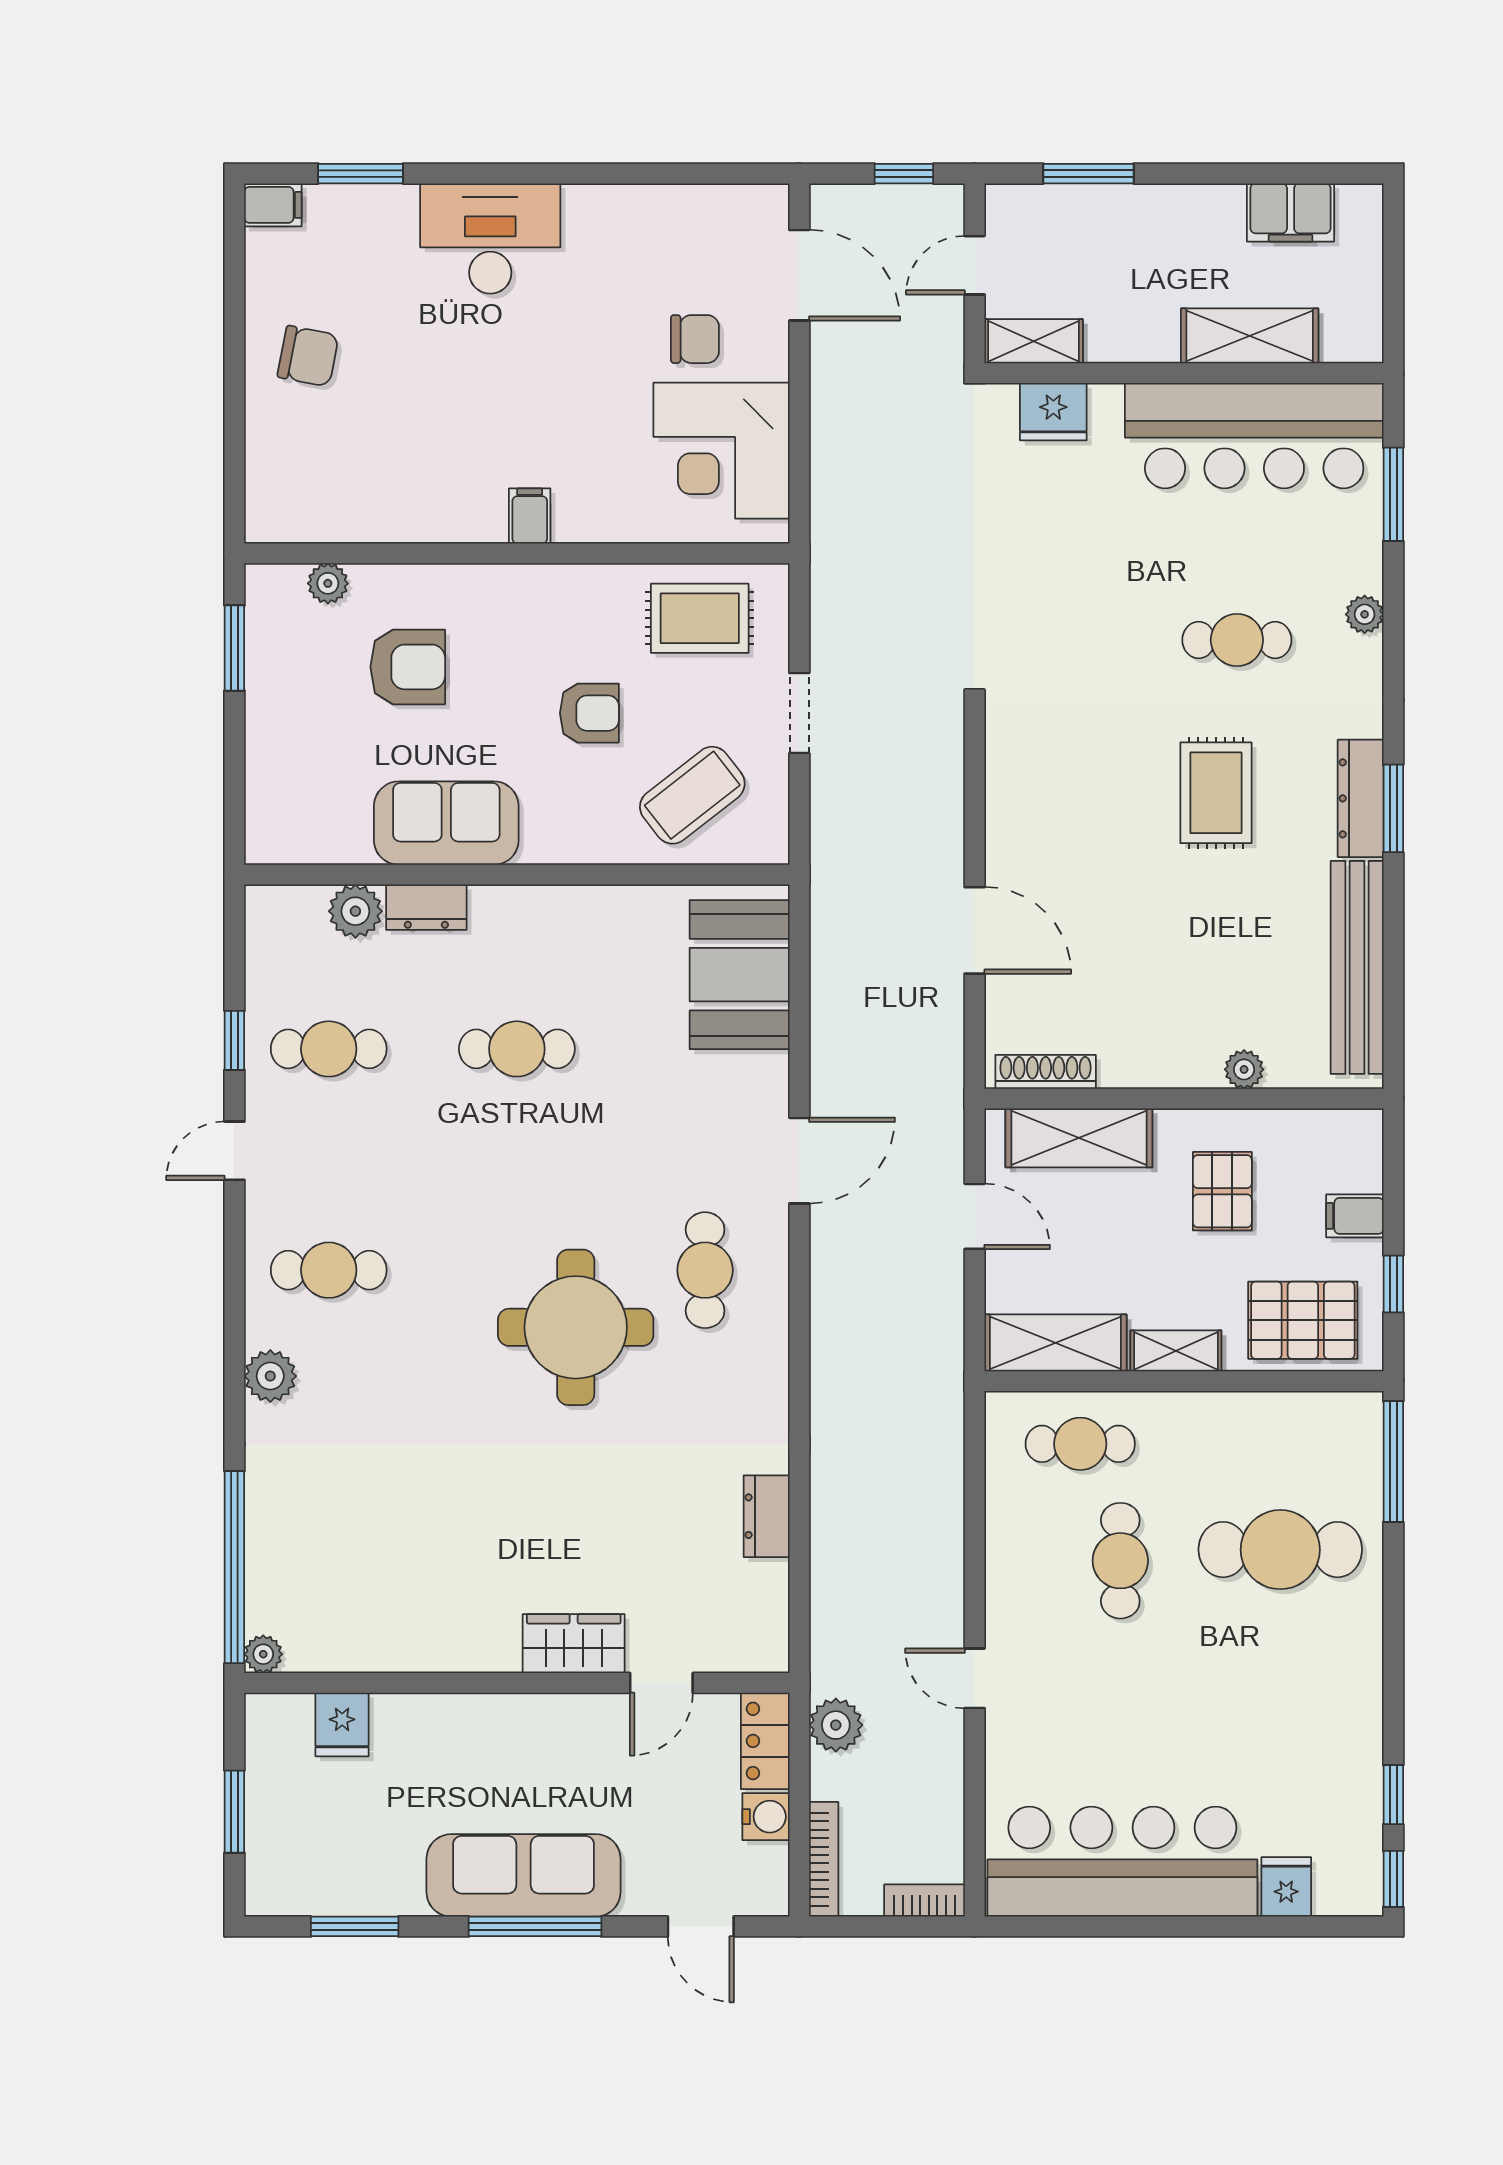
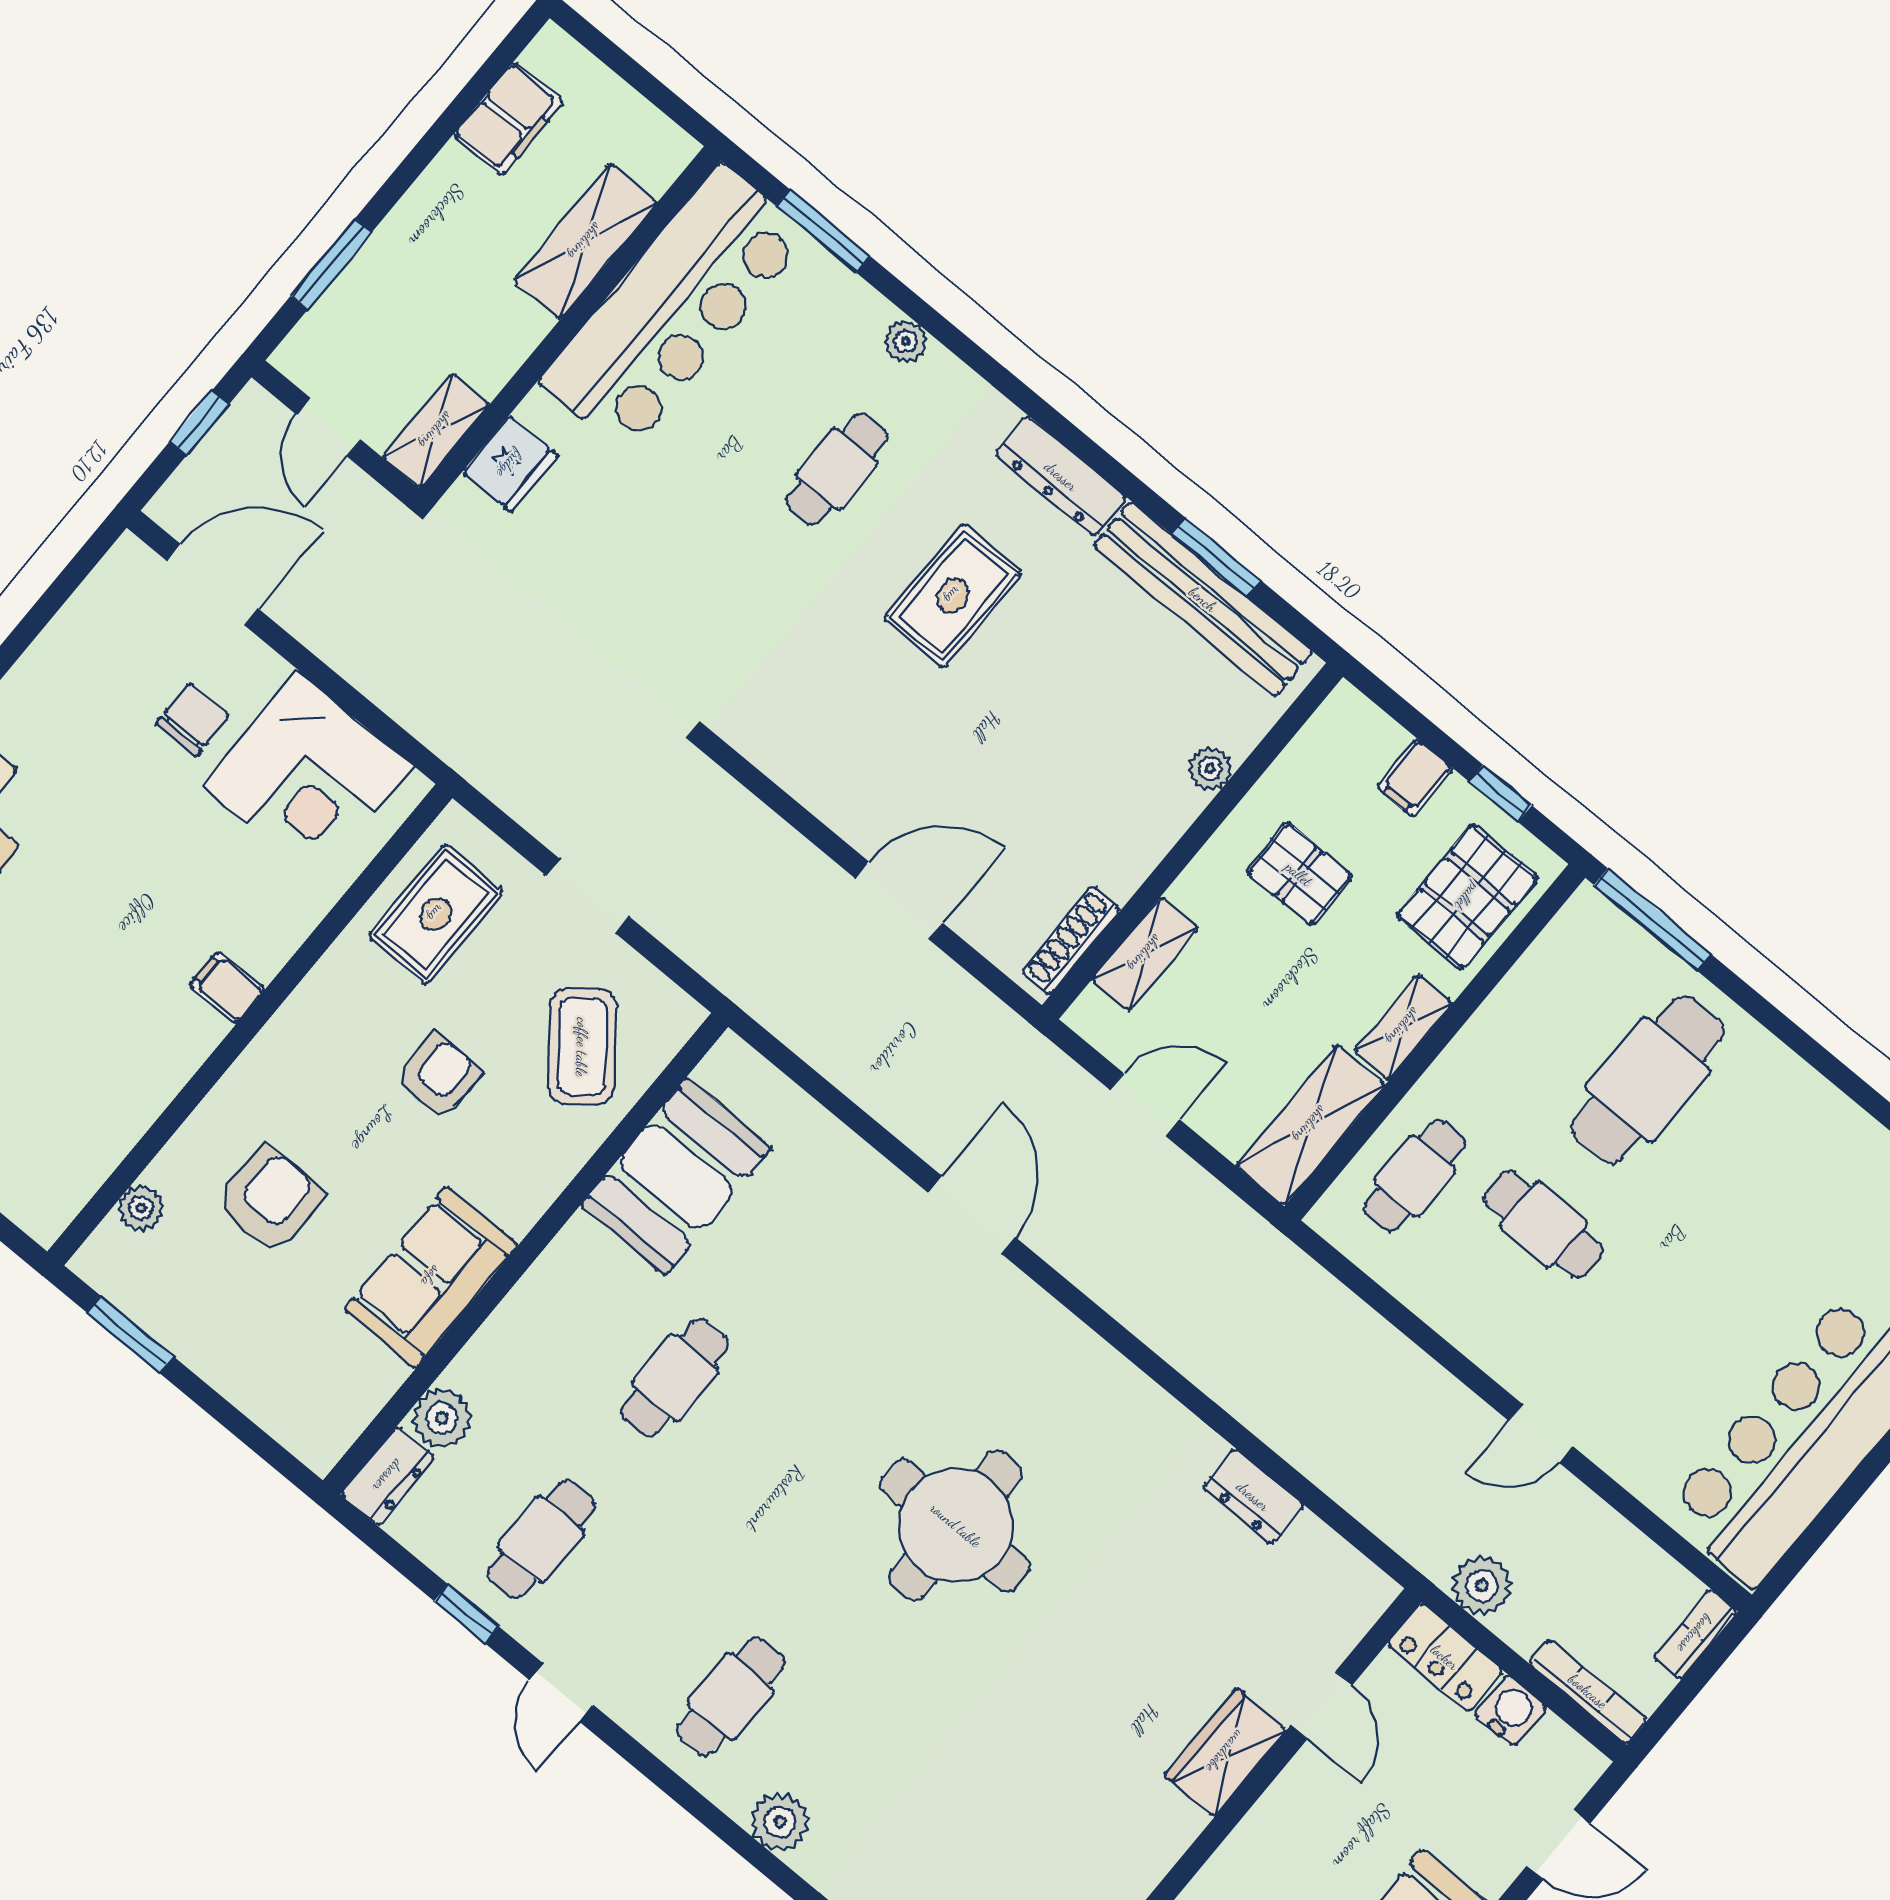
rug: (1216, 793) -> (953, 596), turned 90
window: (1393, 808) -> (1216, 557), moved
dresser: (426, 907) -> (388, 1476), moved
booth: (740, 975) -> (676, 1177), moved, turned 90
shelving: (1079, 1138) -> (1145, 954), width x0.67, depth x0.75
cafe table: (705, 1270) -> (999, 1374), removed

